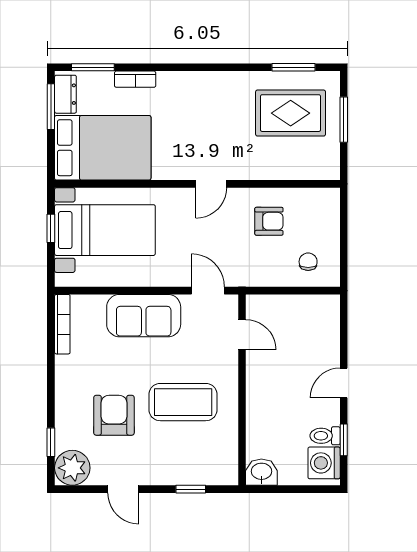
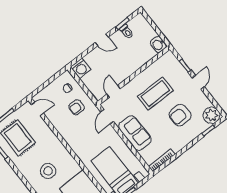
stool: (195, 120) -> (48, 171), added
door: (211, 184) -> (37, 109), moved
armchair: (269, 221) -> (77, 107), moved, turned -90
coffee table: (183, 402) -> (155, 94), turned 90
washing machine: (324, 463) -> (81, 68), moved
door: (123, 489) -> (198, 82), moved

